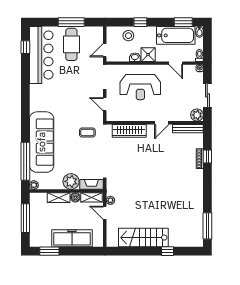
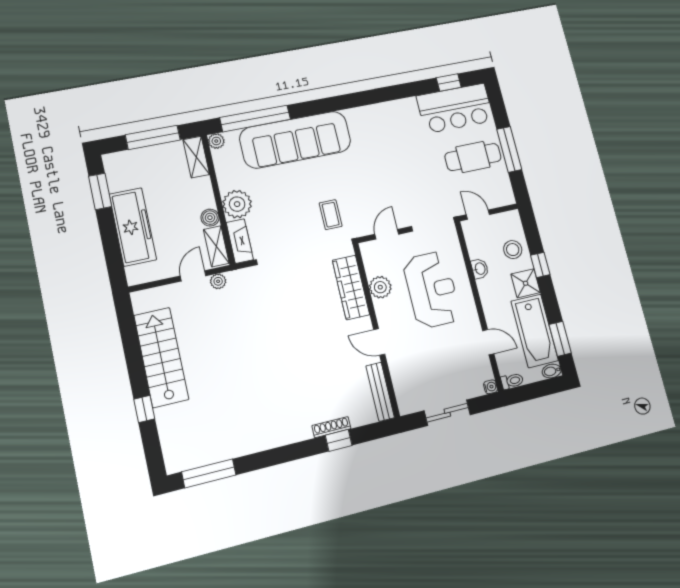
bar counter: (41, 55) -> (455, 108), width x0.73
shower: (148, 55) -> (526, 283), moved
door: (176, 63) -> (488, 342), swing flipped
reception desk: (140, 87) -> (432, 290), turned 180
plant: (197, 115) -> (380, 287), moved
shelving: (59, 198) -> (196, 157), moved

